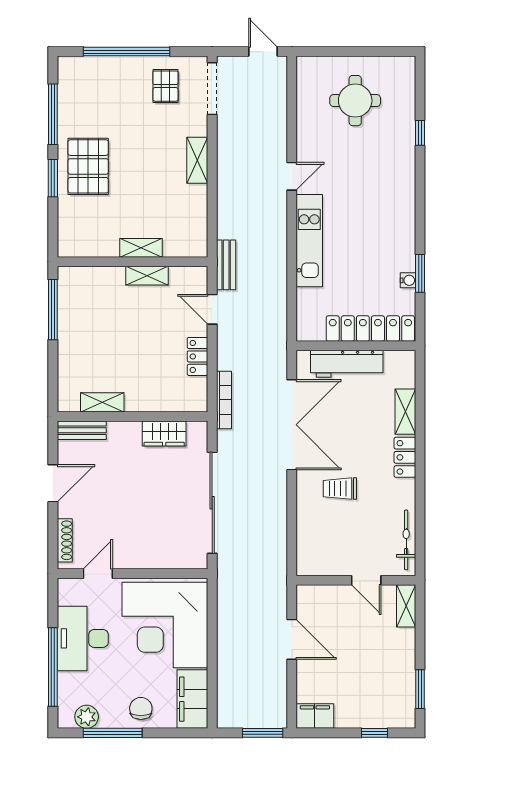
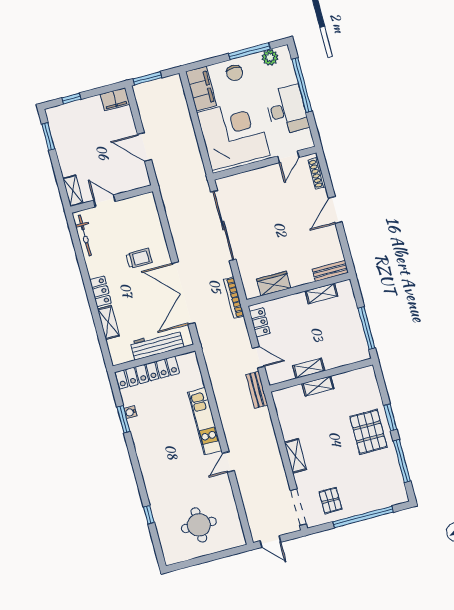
shelving: (102, 402) -> (321, 293), moved
wall: (132, 417) -> (298, 289), moved
bench: (82, 430) -> (330, 271), moved
wardrobe: (164, 434) -> (274, 284), moved

